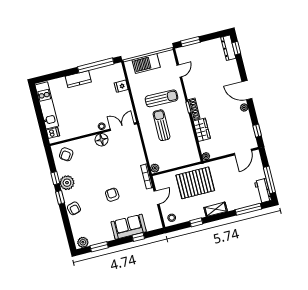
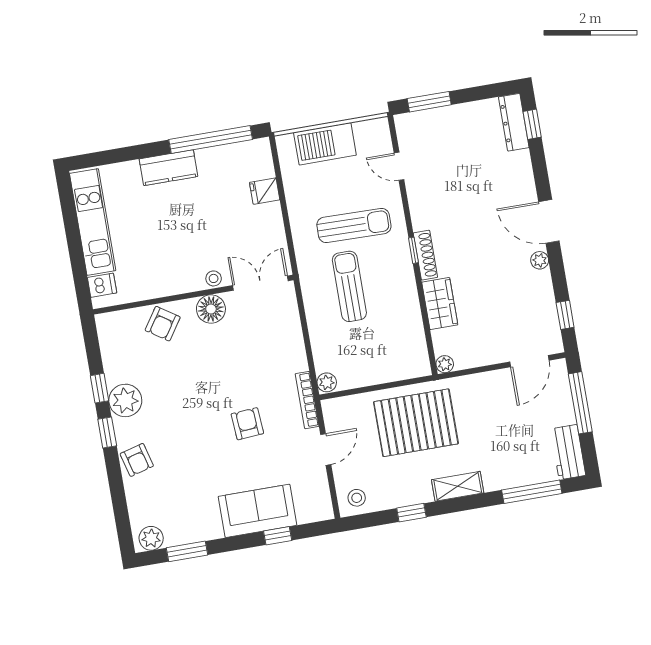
door: (179, 71) -> (399, 166), swing flipped
armchair: (66, 154) -> (163, 324), moved
window: (269, 180) -> (580, 403), moved
armchair: (112, 195) -> (247, 424), moved

